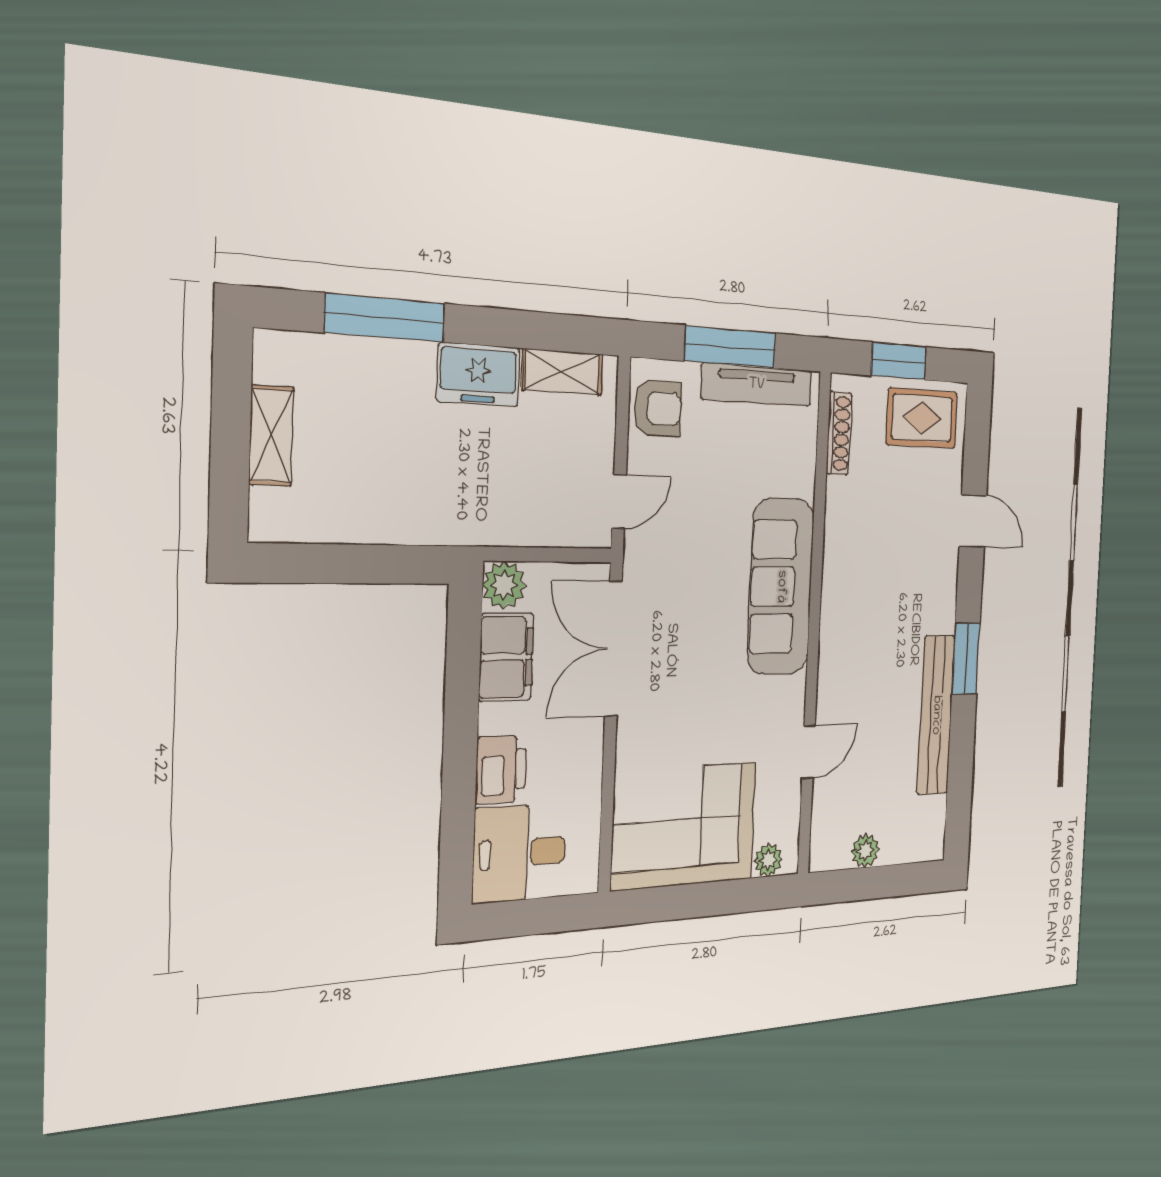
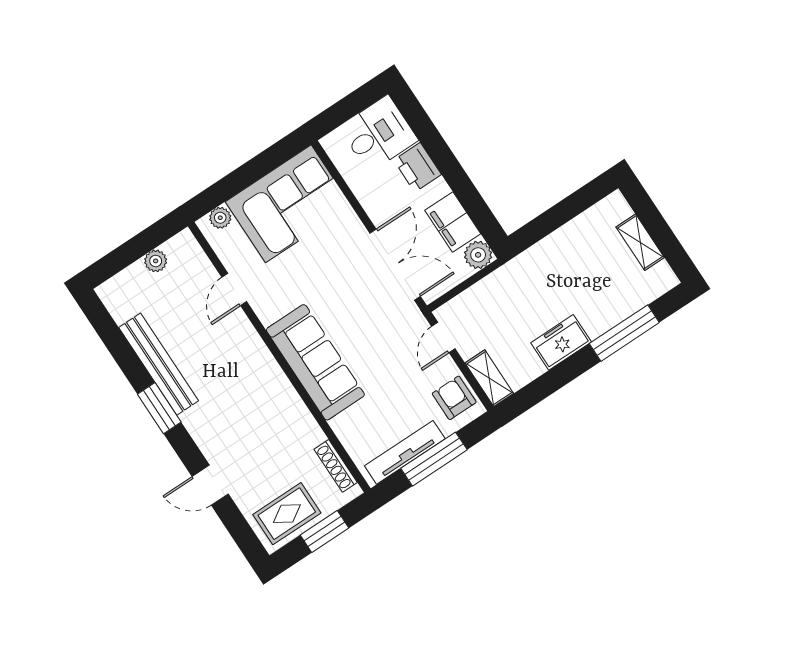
shelving: (562, 372) -> (489, 378), moved, turned 90
armchair: (658, 408) -> (454, 398), turned 90

